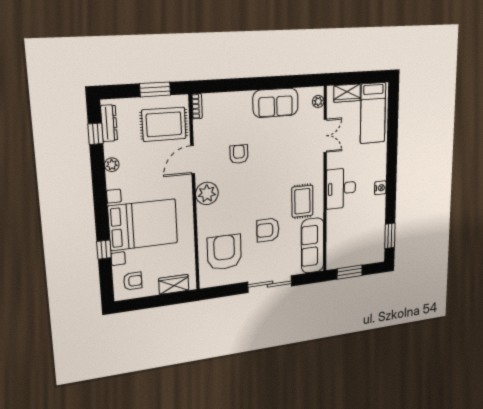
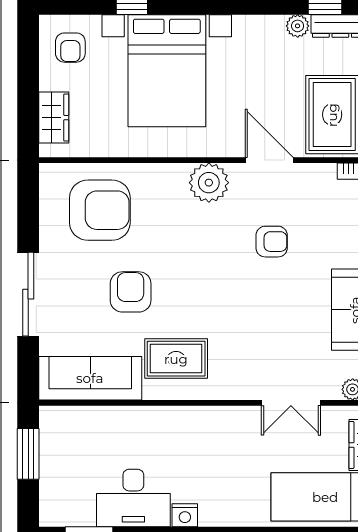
plant: (112, 165) -> (298, 26), moved
desk: (341, 188) -> (133, 498), moved, turned 180

